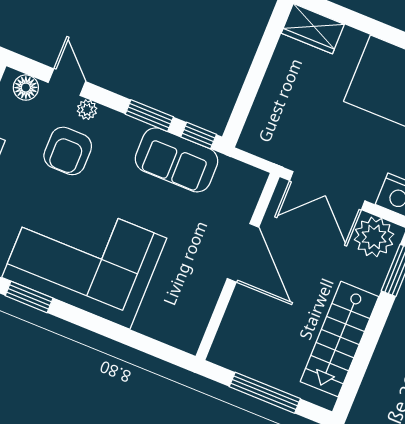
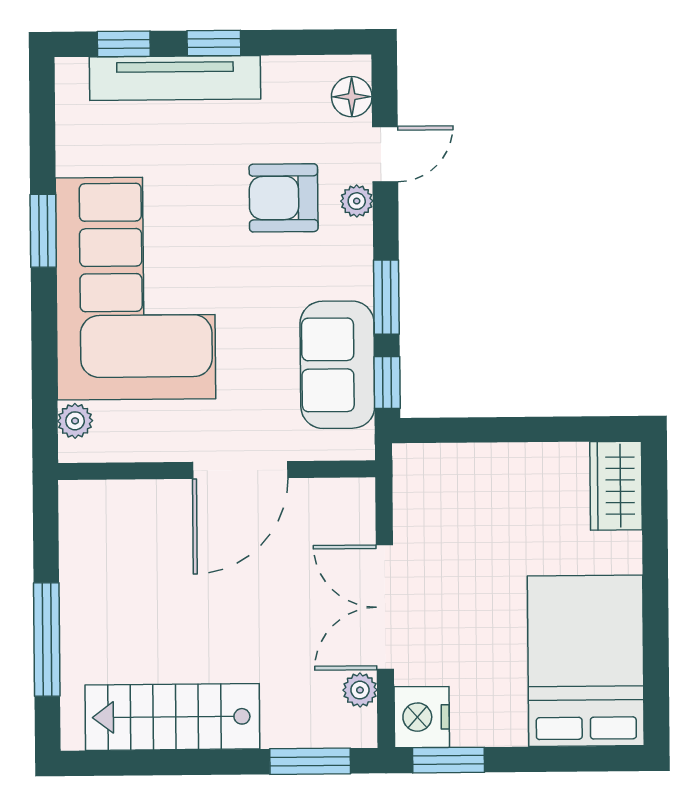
plant: (374, 237) -> (360, 690), width x0.53, depth x0.53
door: (243, 253) -> (240, 470), moved
wall: (238, 266) -> (217, 470), moved
plant: (146, 324) -> (75, 421), added

